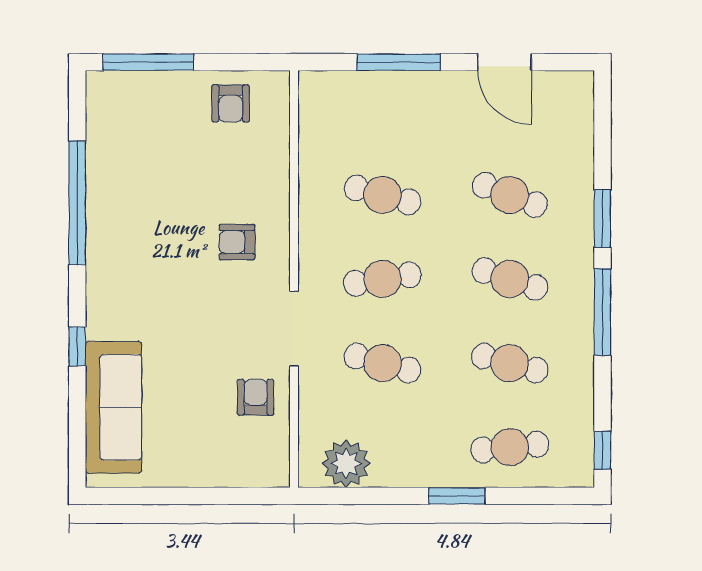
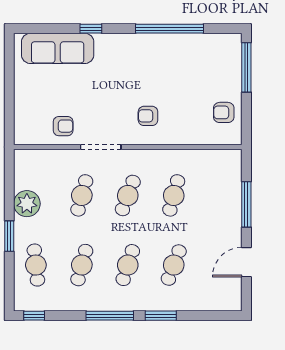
armchair: (237, 242) -> (148, 116), turned -90
cafe table: (382, 279) -> (128, 195), turned 30
plant: (346, 464) -> (27, 204), moved

